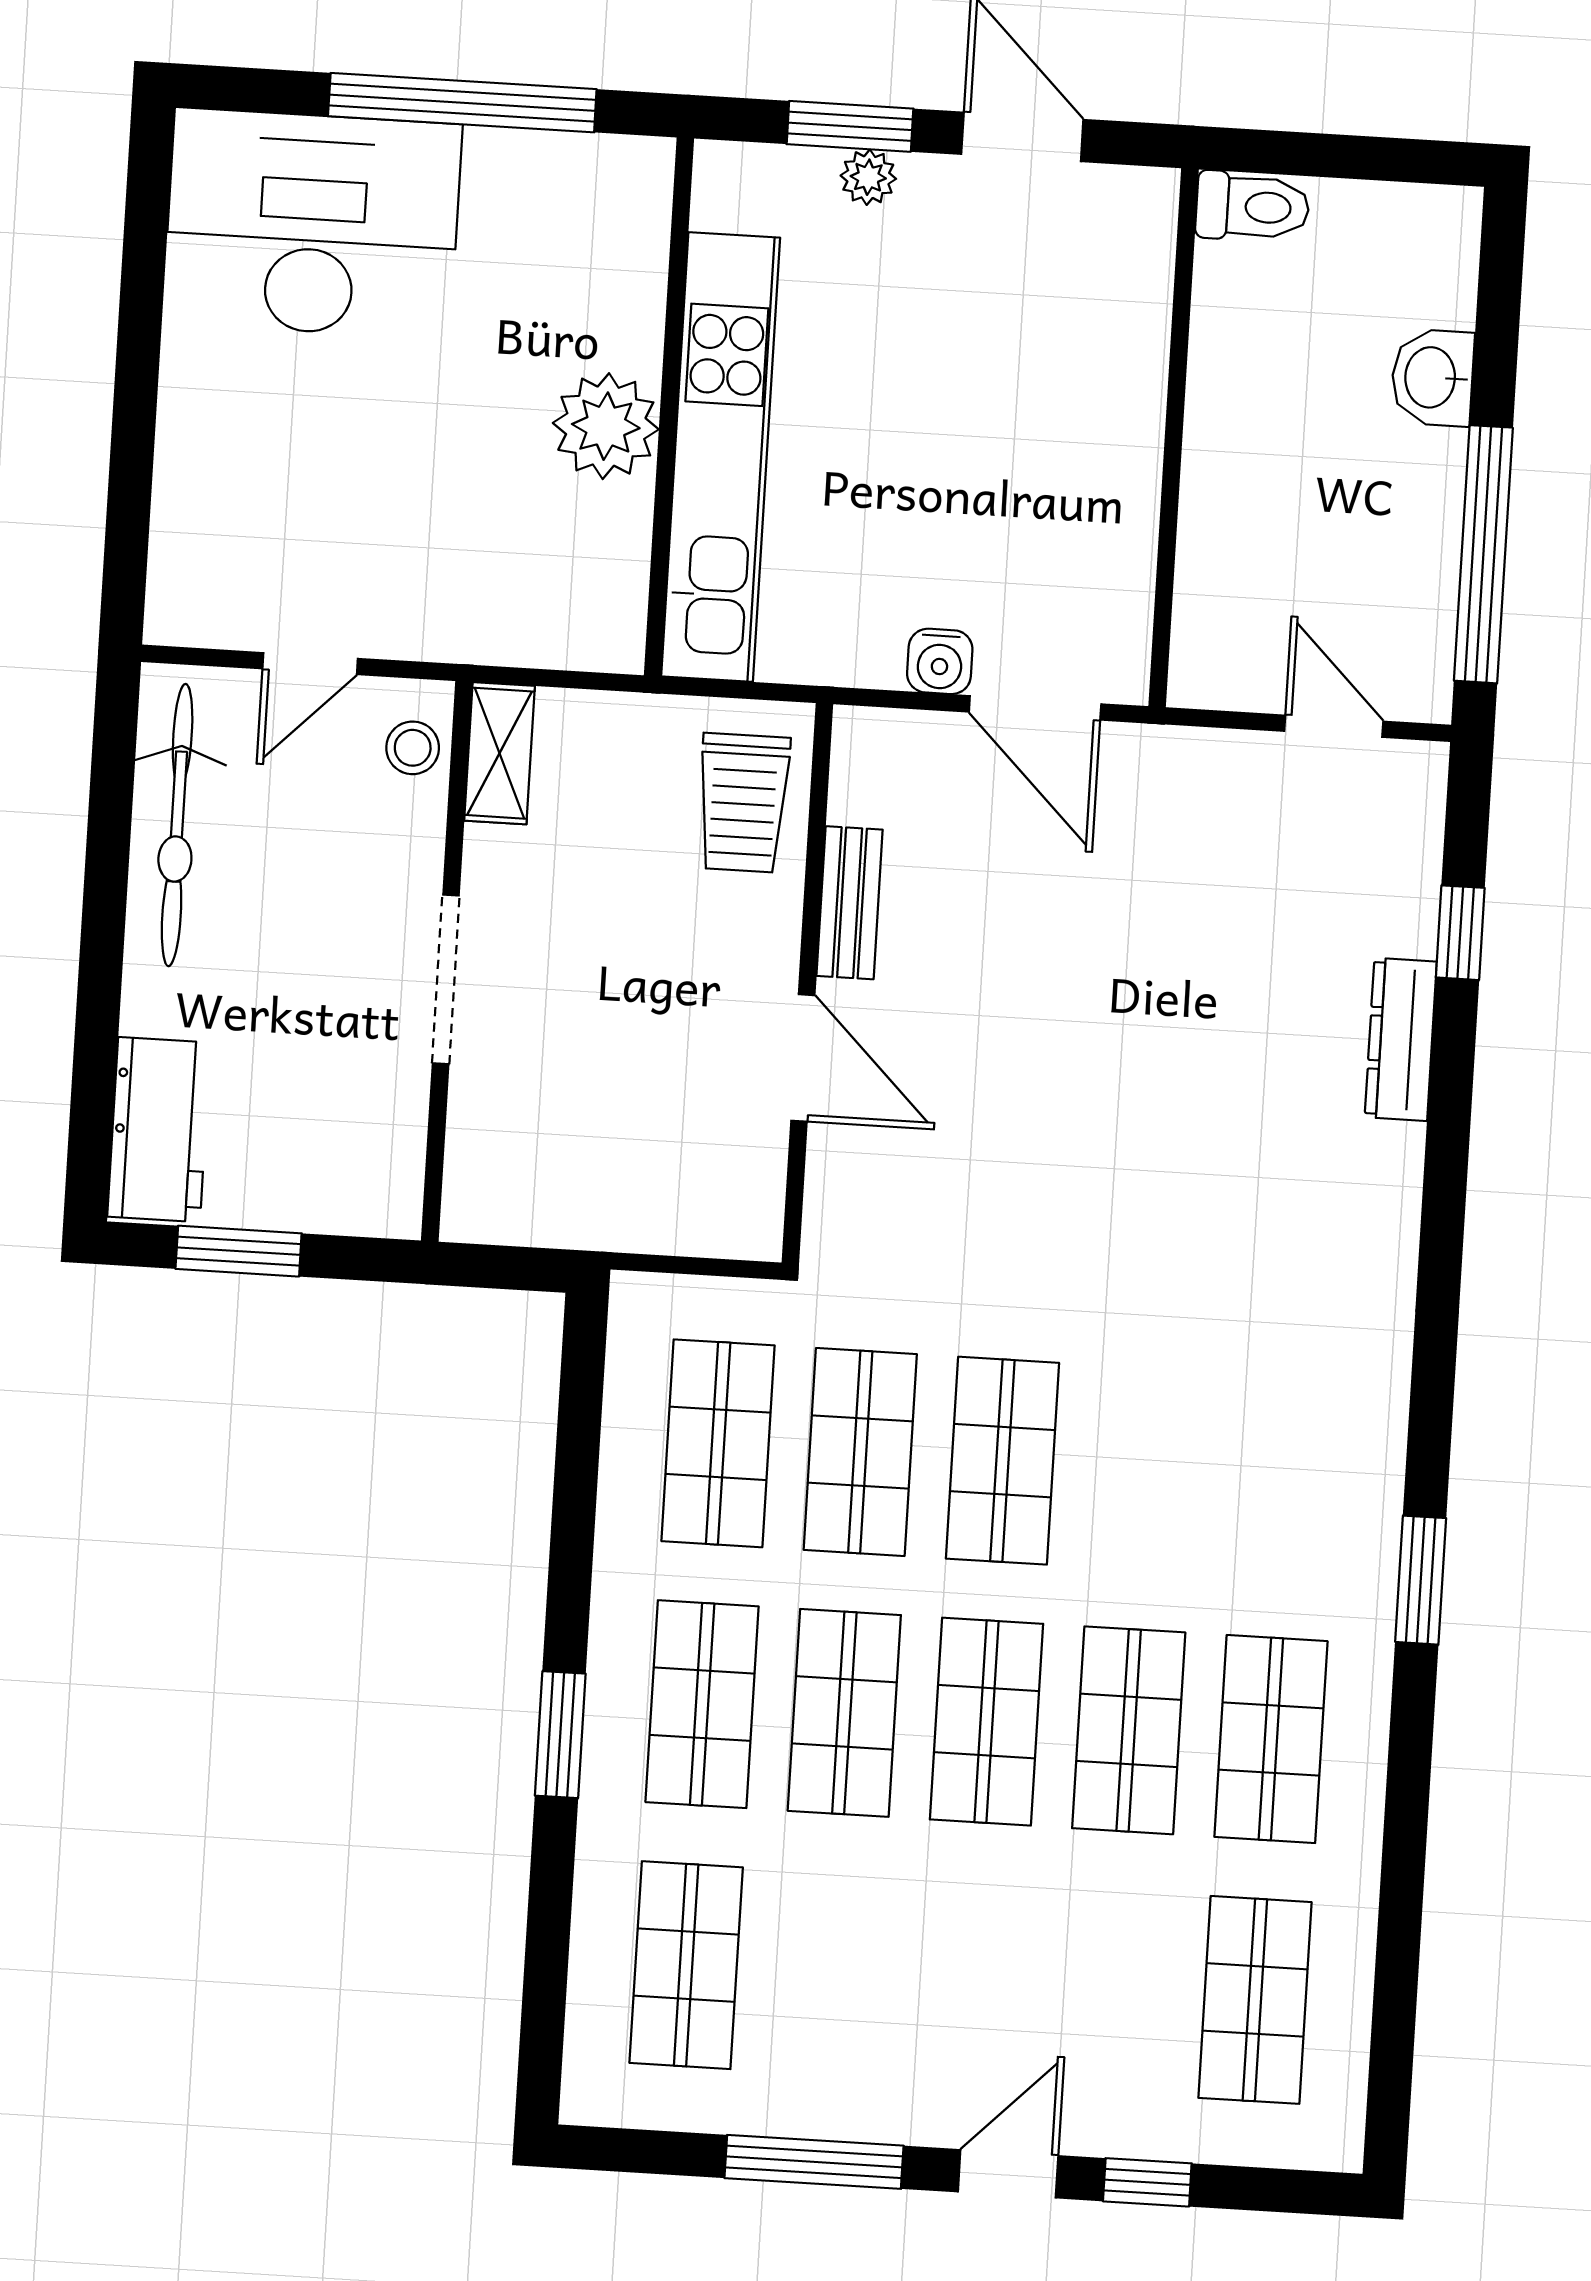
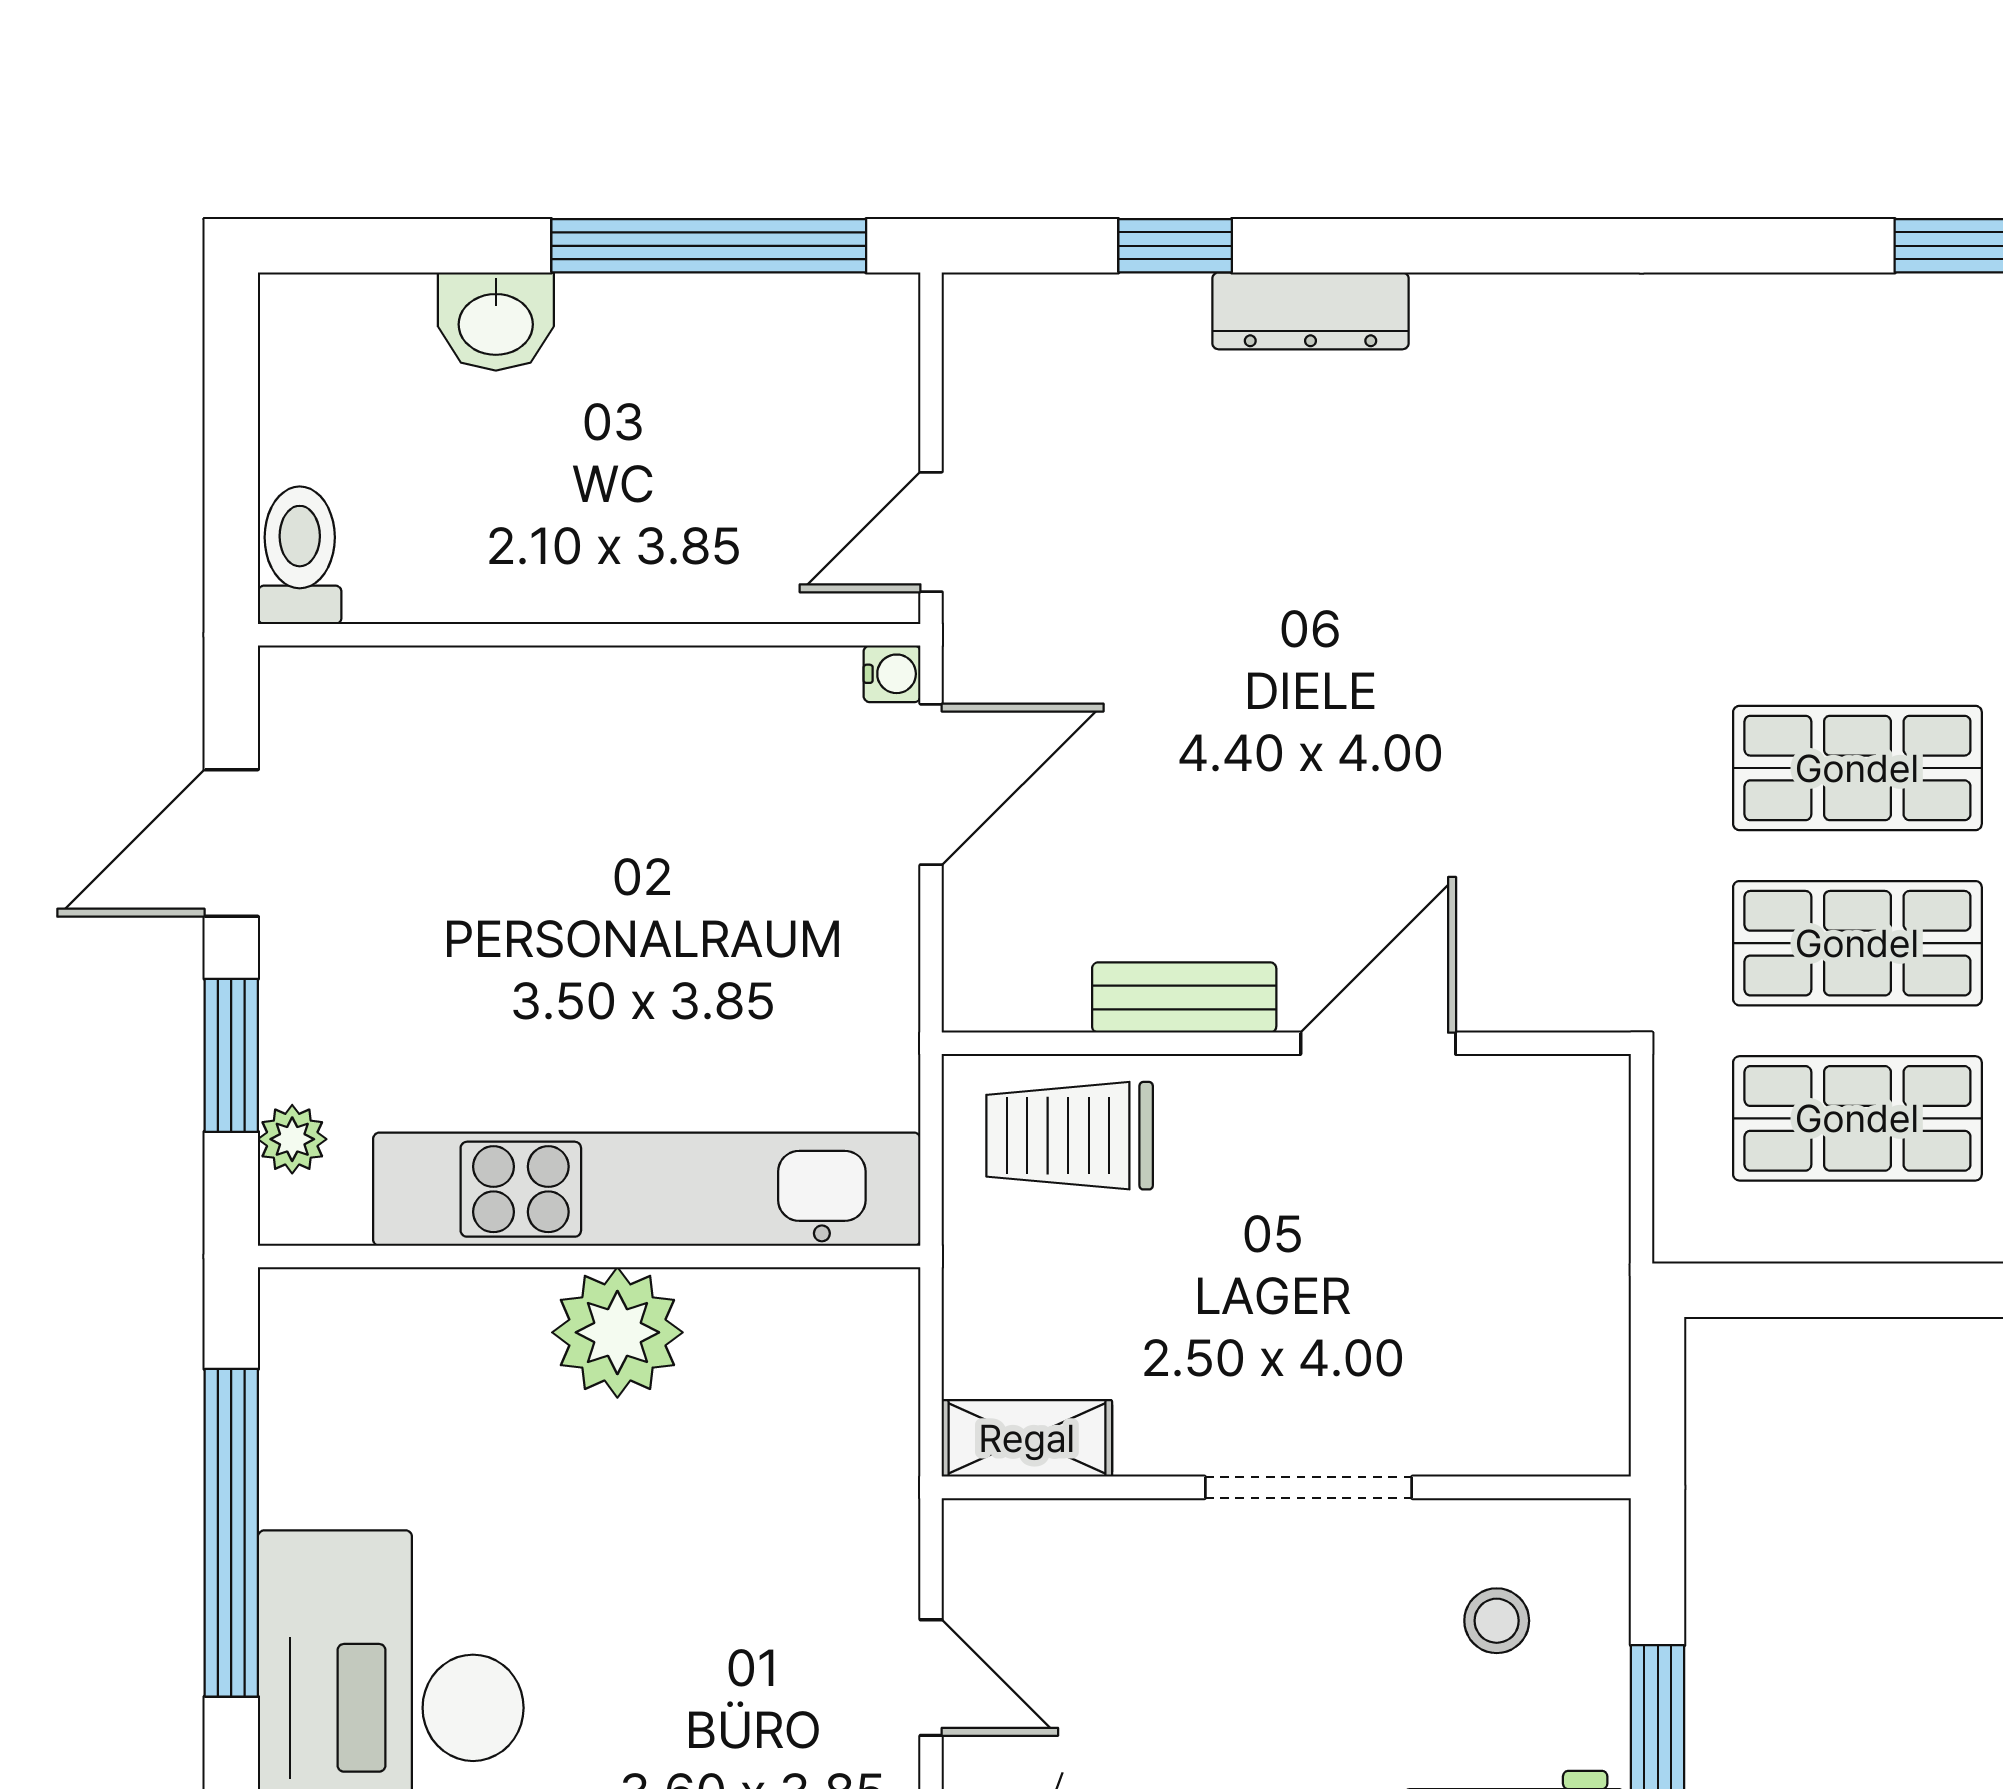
plant: (868, 177) -> (292, 1139), moved
water cooler: (940, 661) -> (892, 674), moved, width x0.72, depth x0.72
door: (1334, 726) -> (931, 532), moved
stool: (413, 748) -> (1497, 1621), moved
trolley: (743, 803) -> (1070, 1136), turned 180

